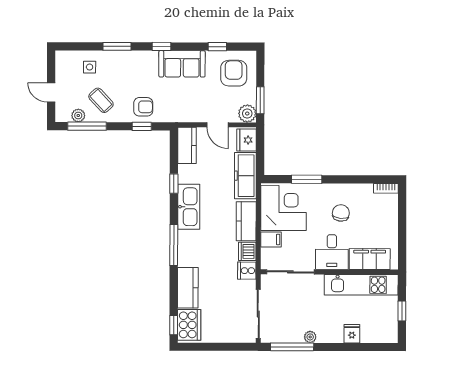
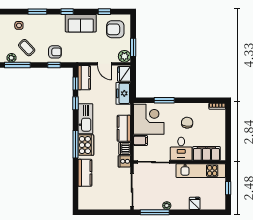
armchair: (234, 73) -> (115, 29), turned -90
freezer: (245, 176) -> (123, 93), width x0.71
window: (174, 325) -> (75, 83), moved
cooker: (189, 325) -> (86, 145), moved

